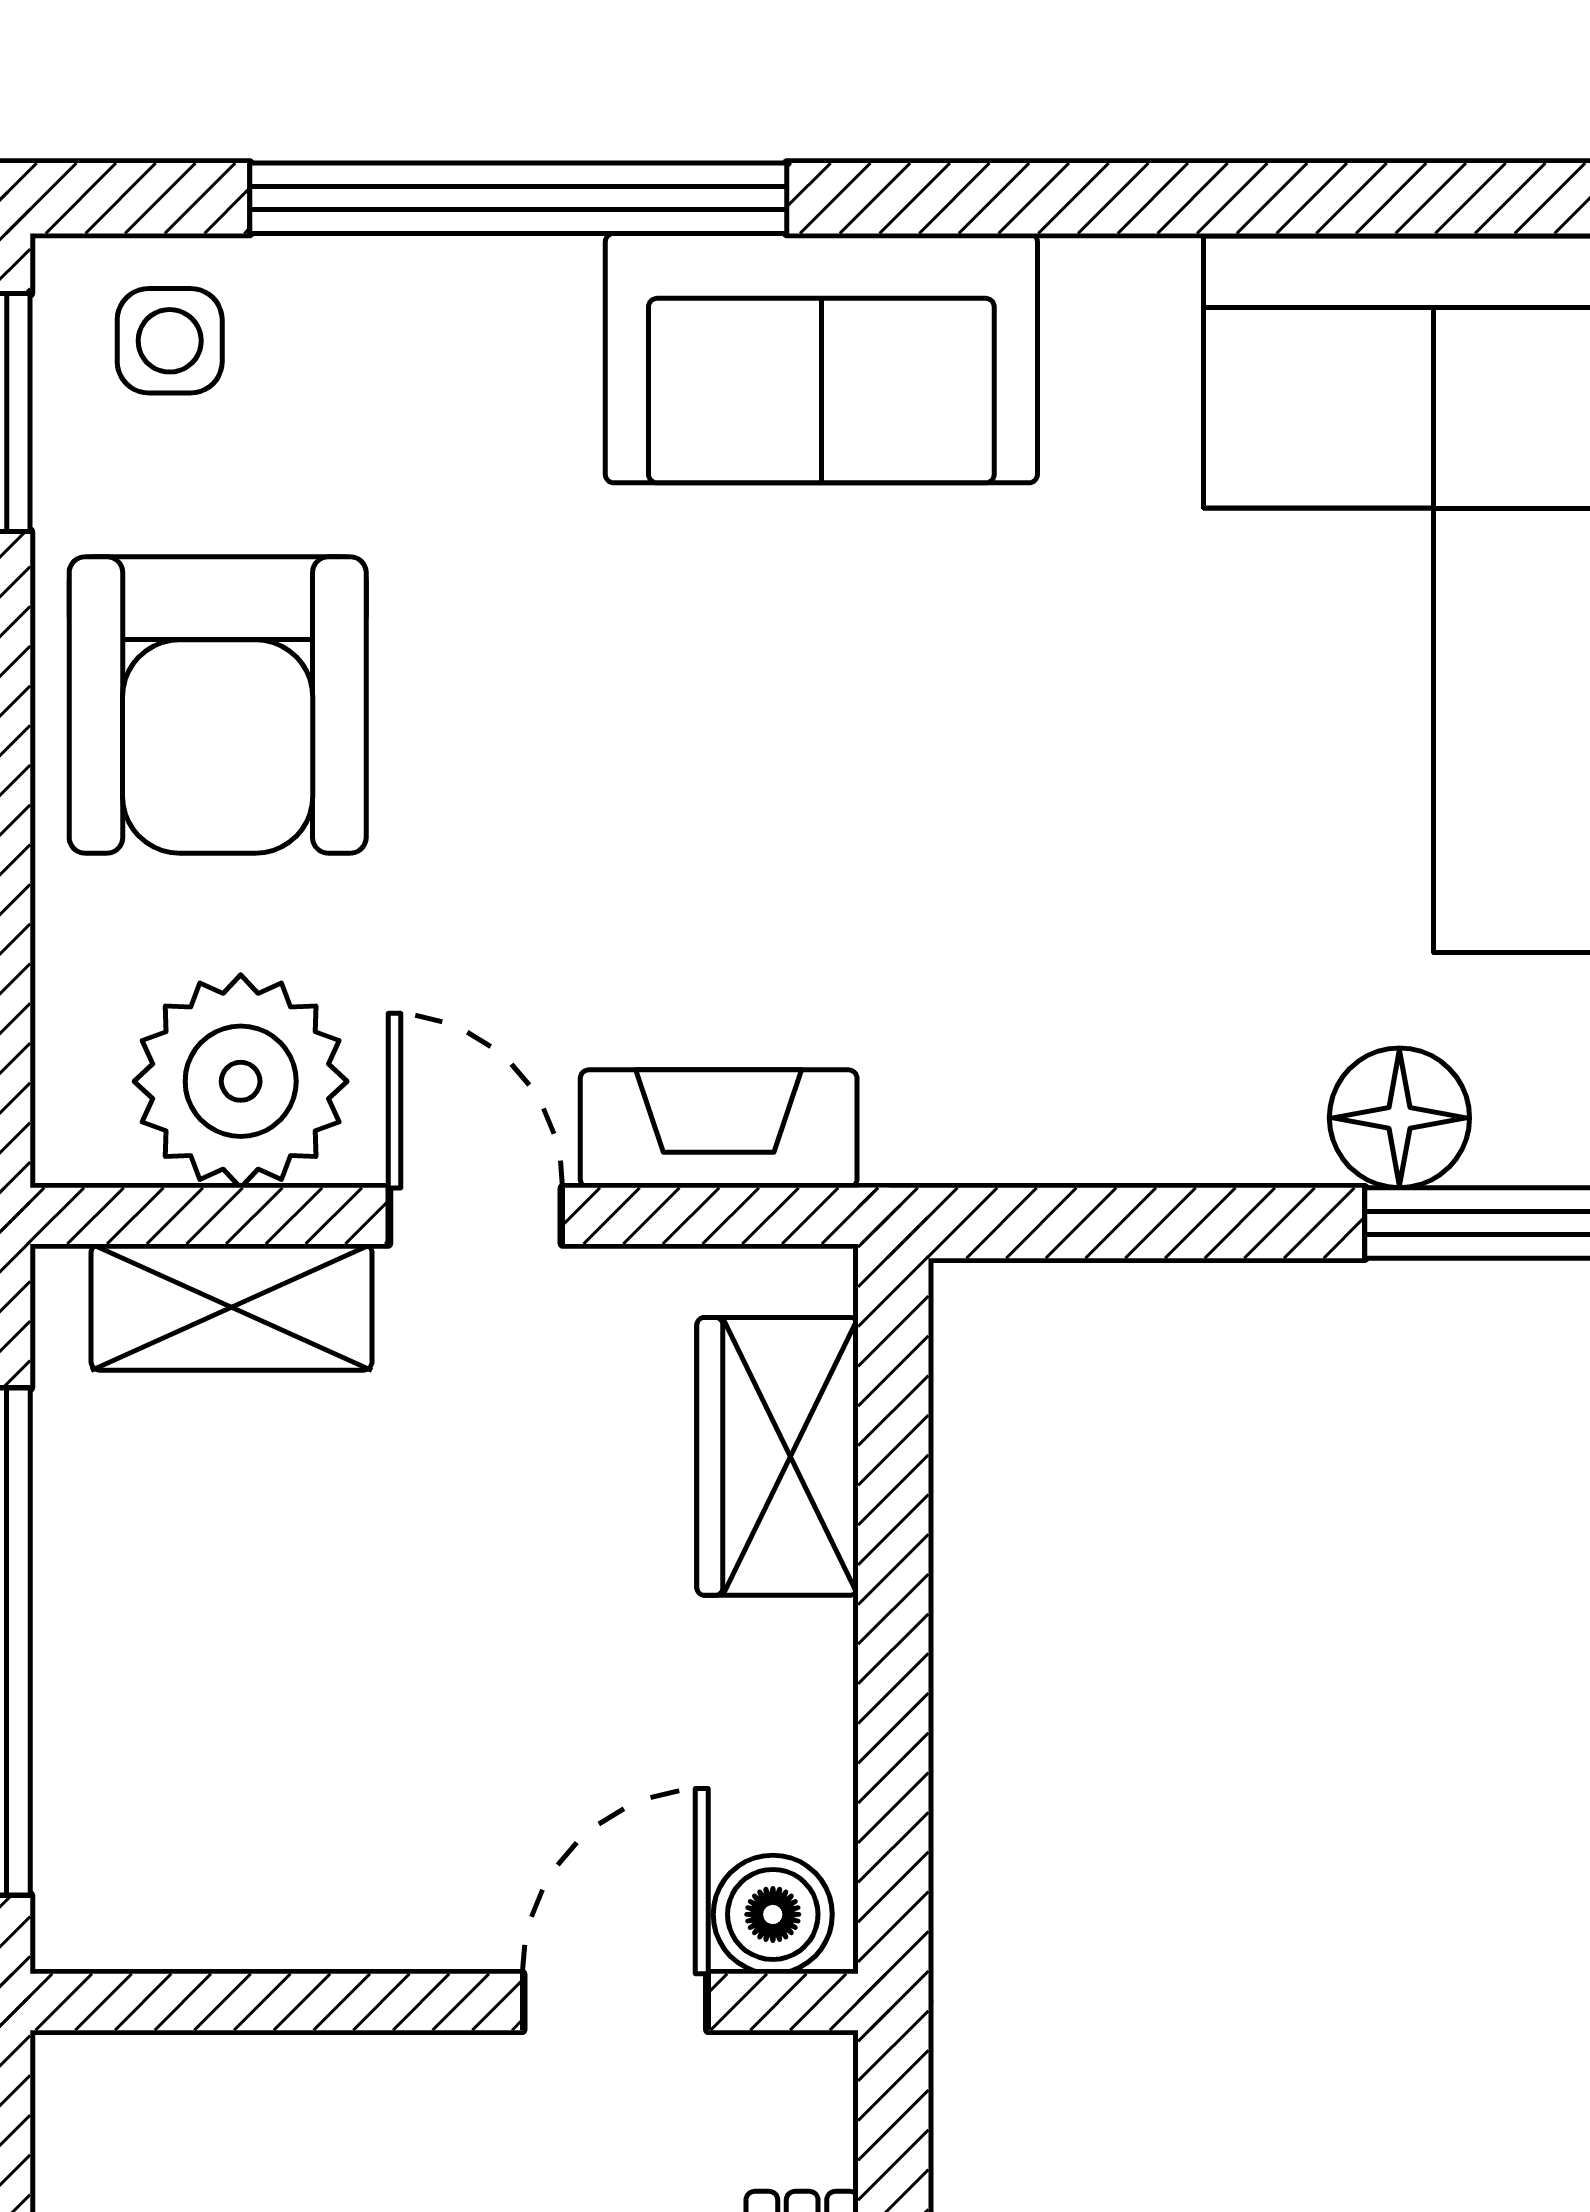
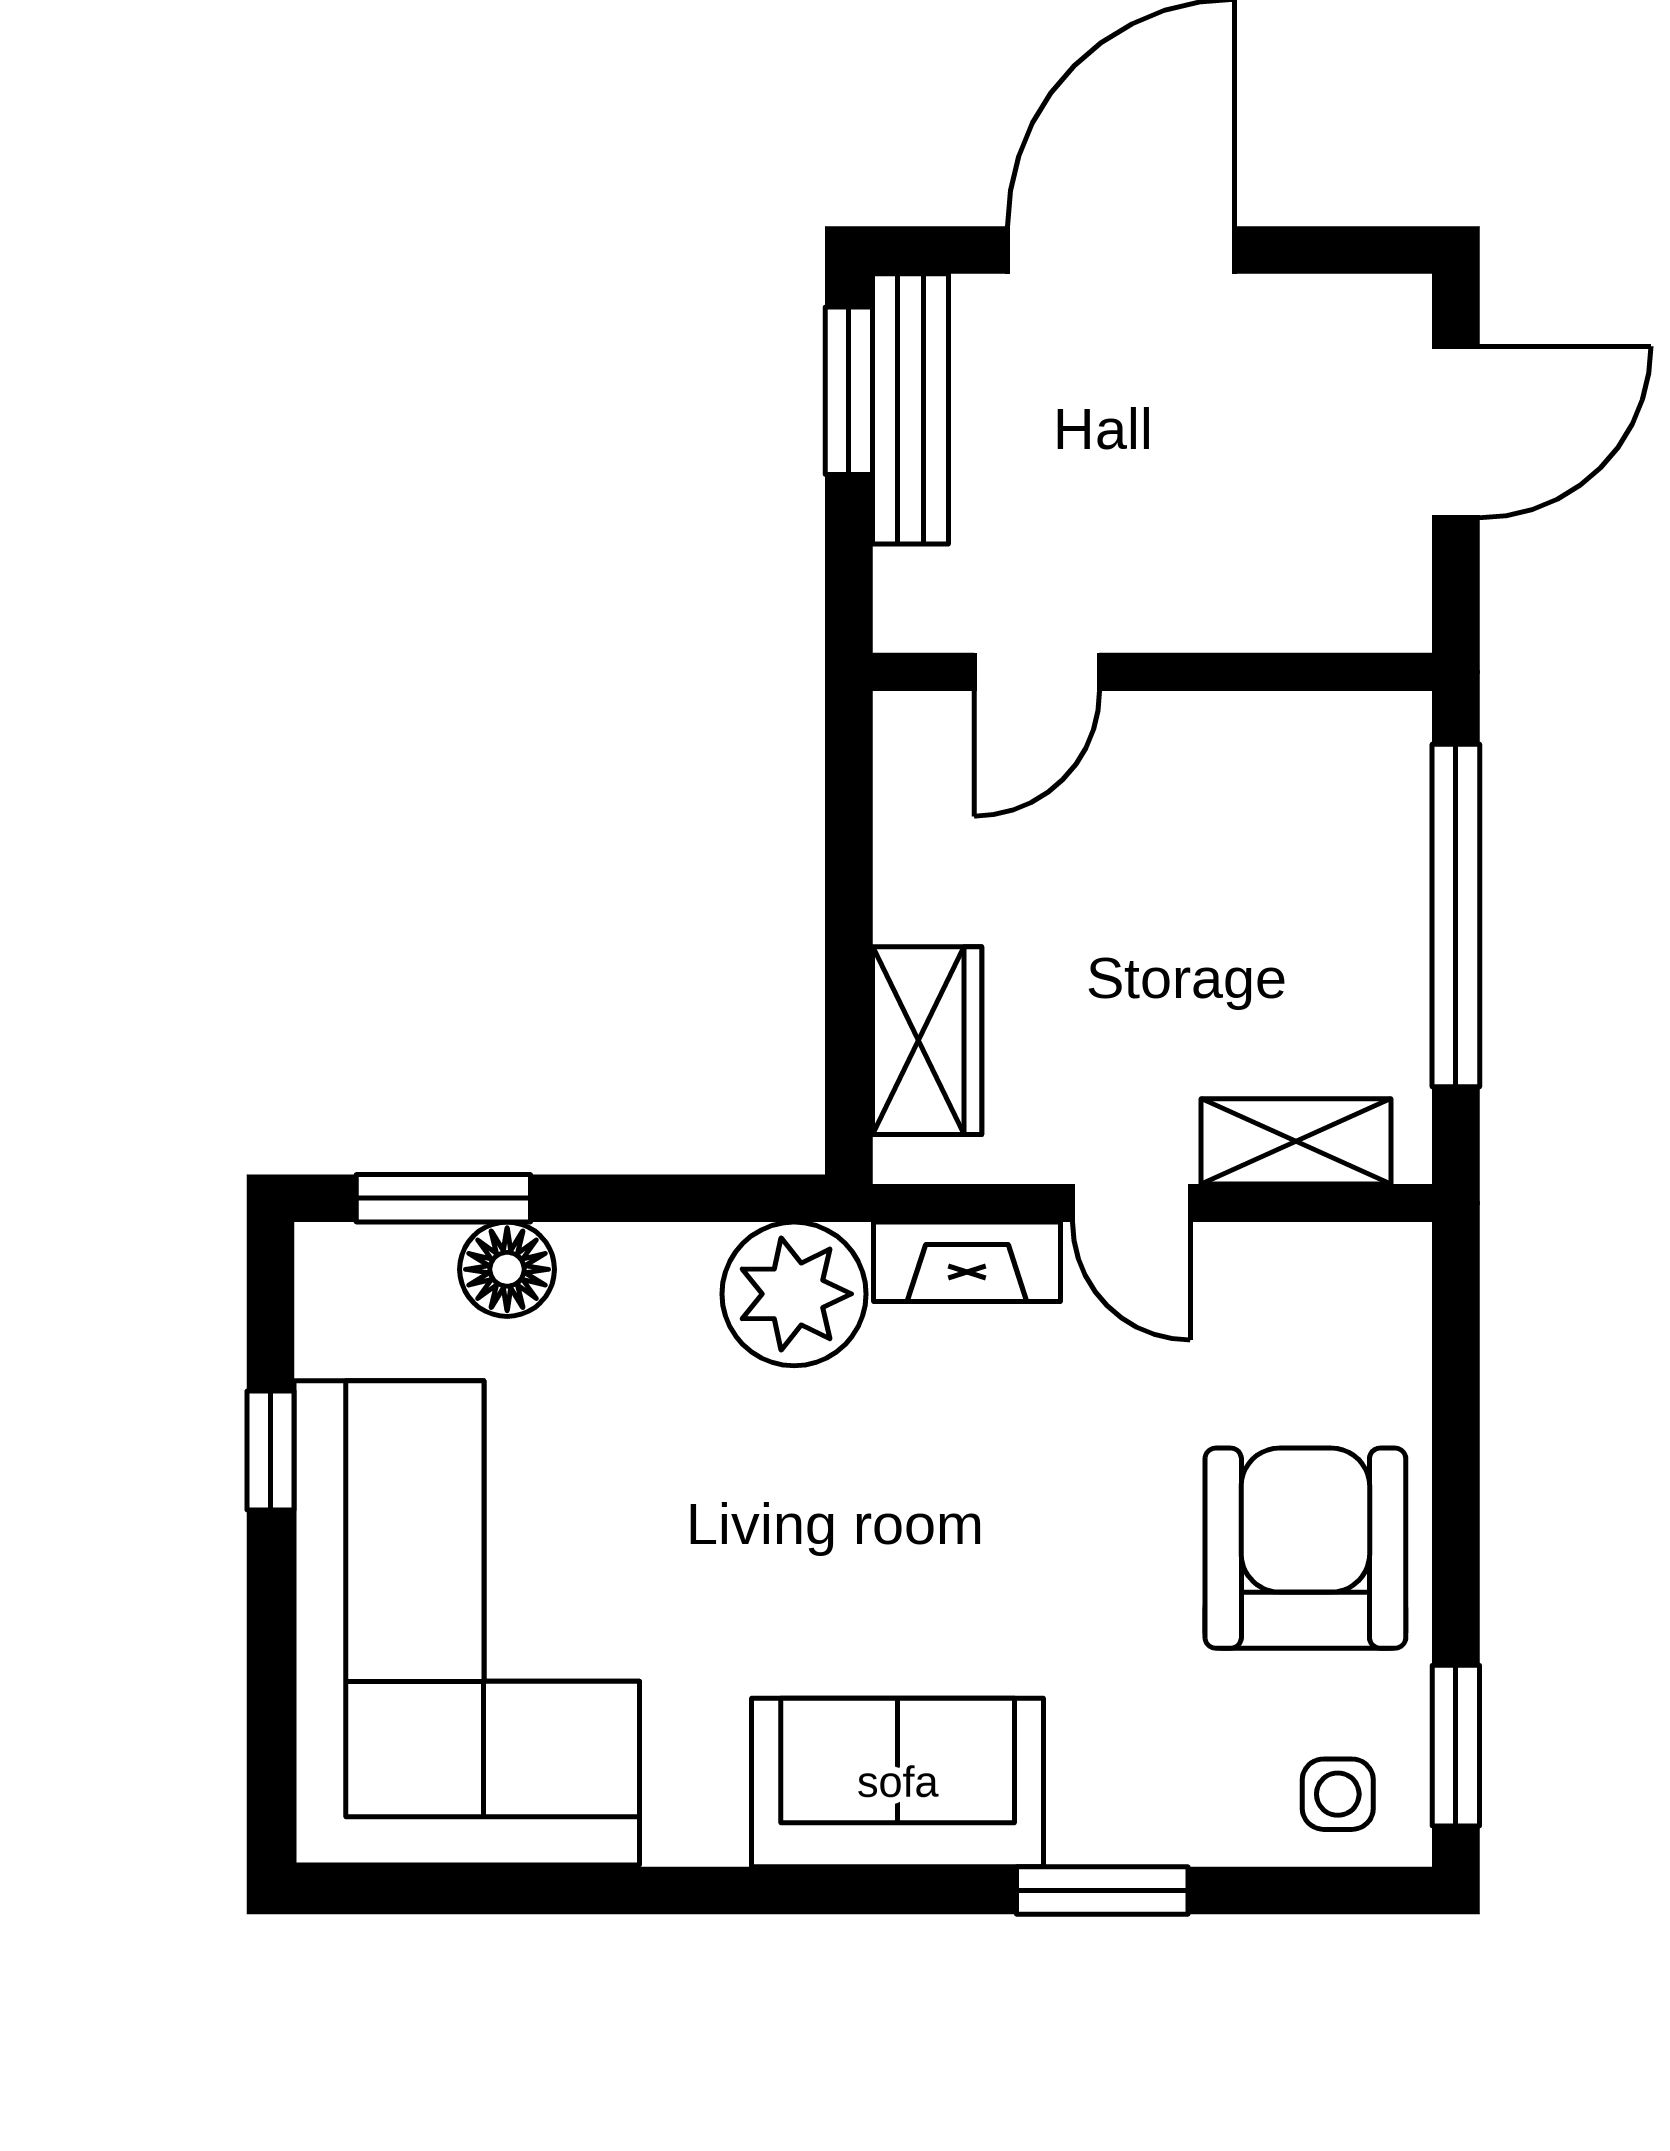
window: (518, 198) -> (1102, 1890), width x0.47
plant: (241, 1081) -> (794, 1294), moved
boiler: (773, 1914) -> (930, 731), removed

